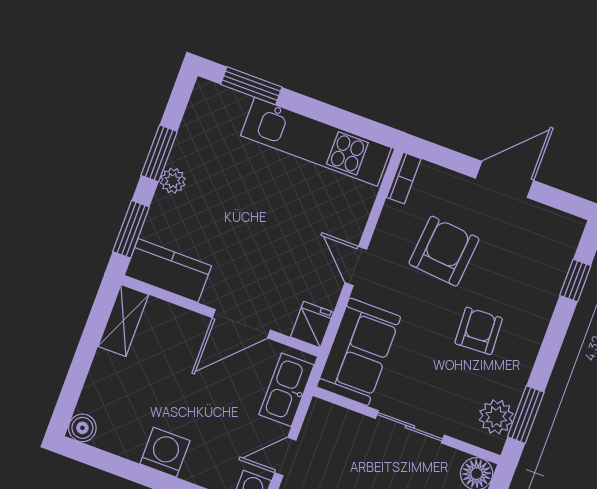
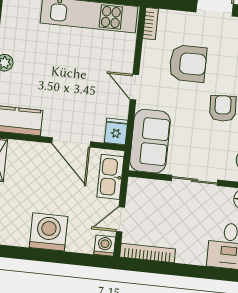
armchair: (444, 251) -> (188, 63), turned 85
door: (241, 324) -> (71, 142), hinge flipped
washing machine: (165, 452) -> (49, 232), width x1.37, depth x1.37

